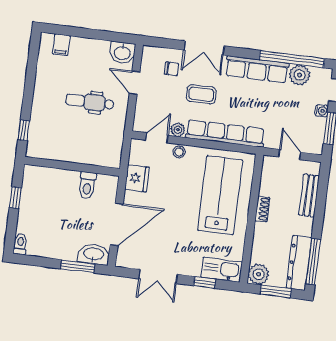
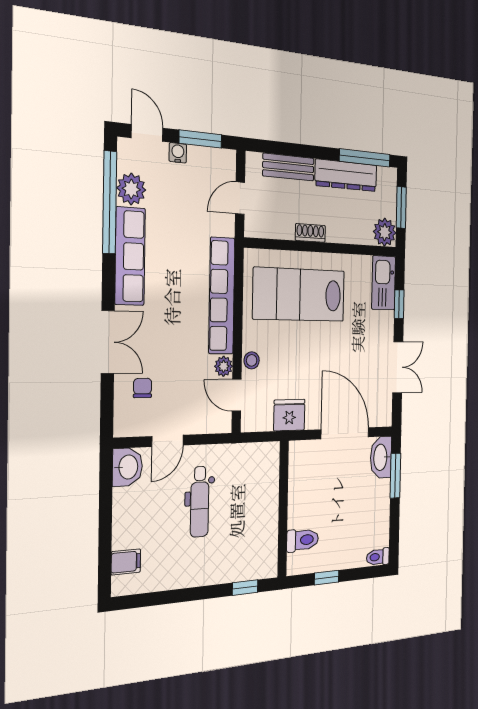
coffee table: (201, 94) -> (173, 338), removed
toilet: (87, 185) -> (303, 540), moved
dresser: (299, 263) -> (346, 175), moved

